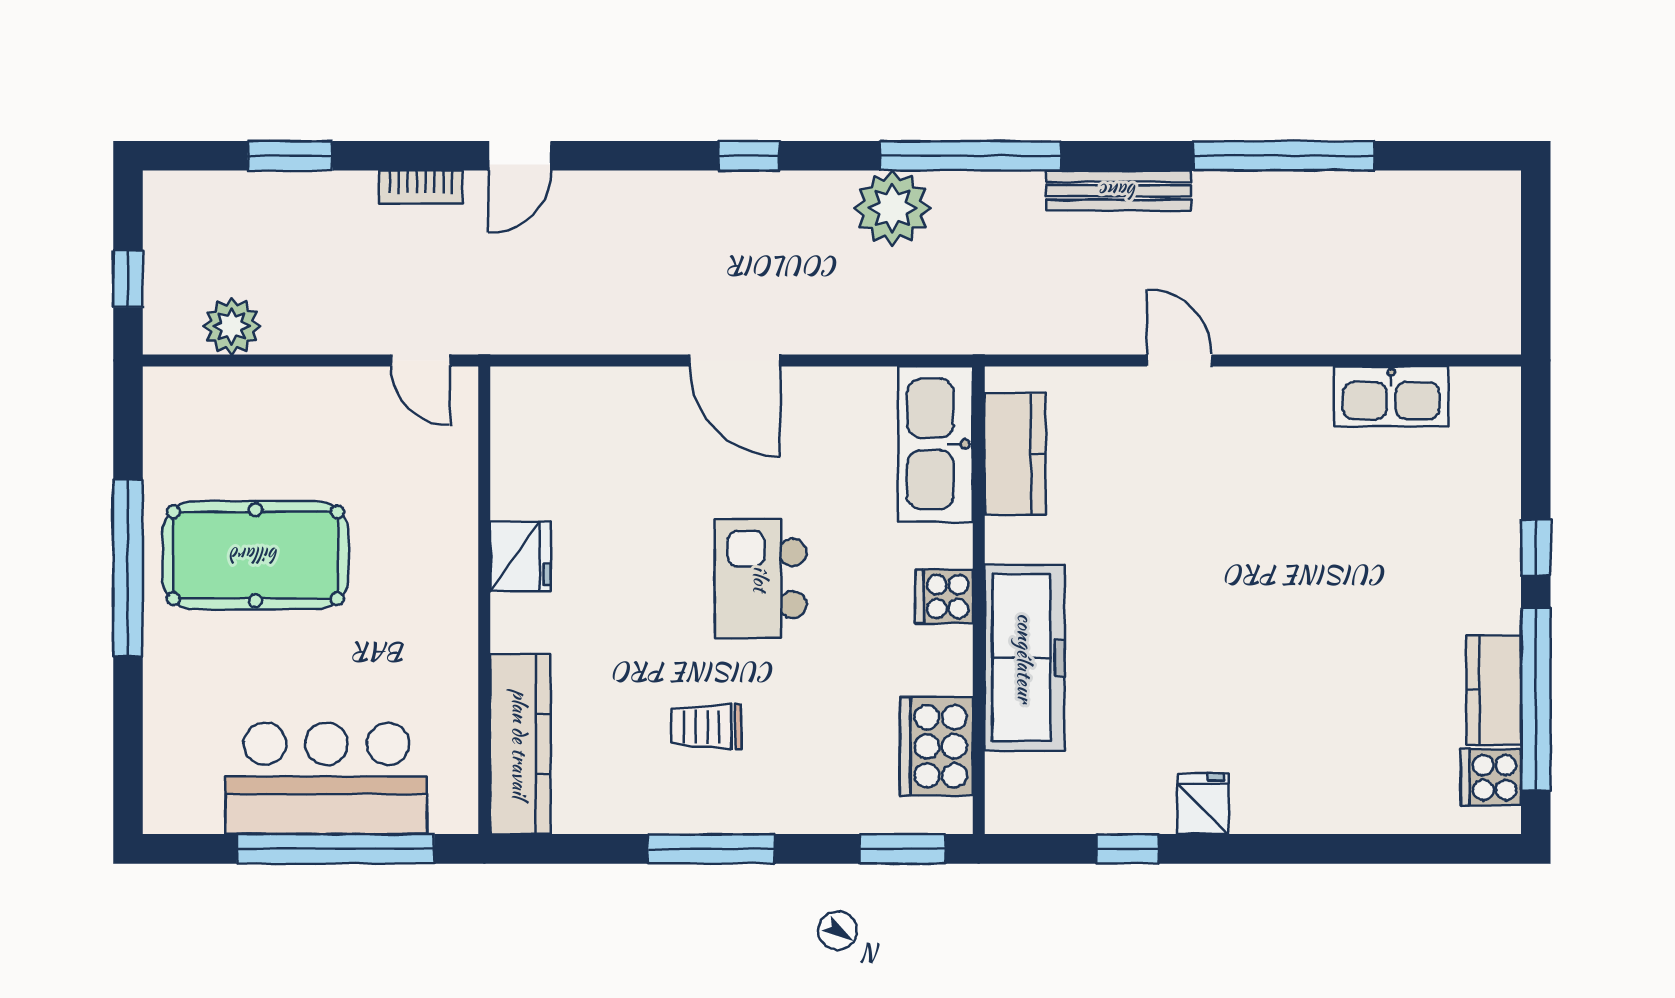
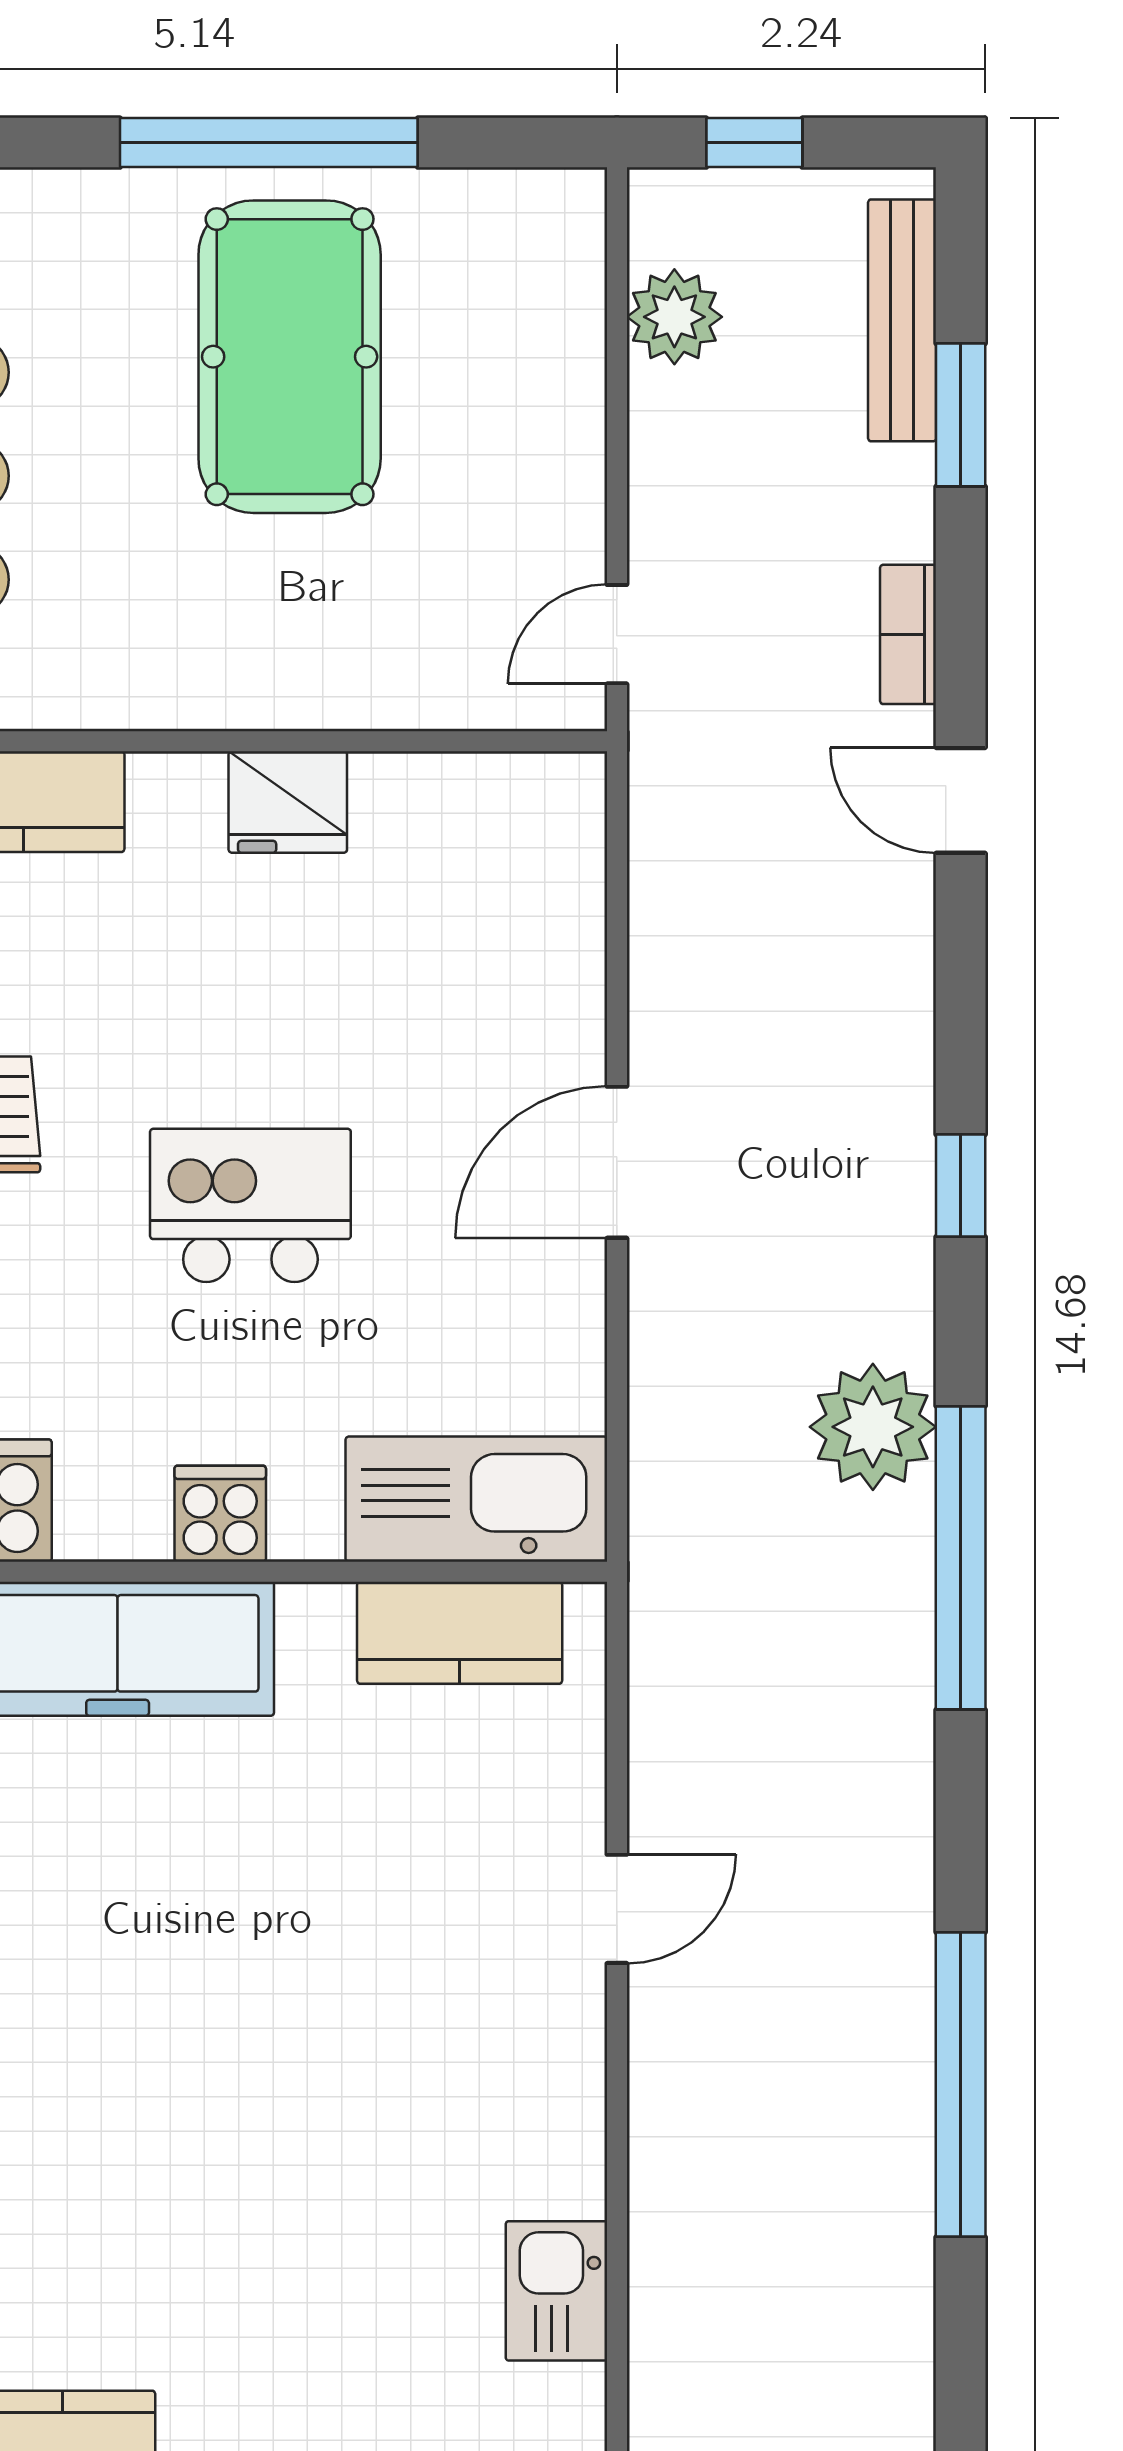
bench: (1119, 191) -> (902, 320), moved
kitchen sink: (1391, 396) -> (556, 2291), width x0.73

